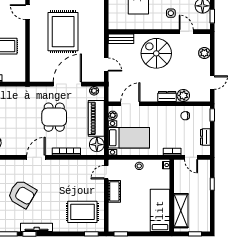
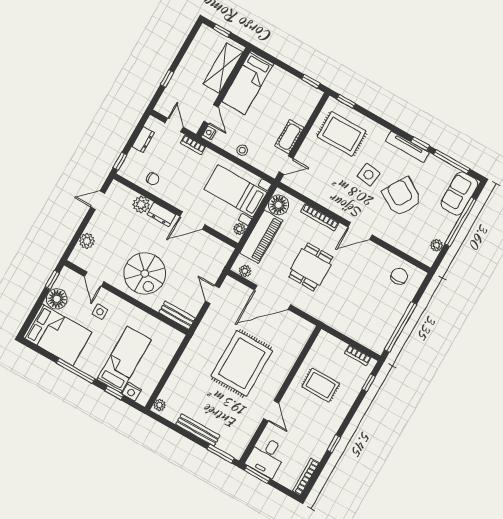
door: (130, 104) -> (192, 220), moved
door: (172, 177) -> (211, 114), added
side table: (51, 196) -> (369, 175), added

